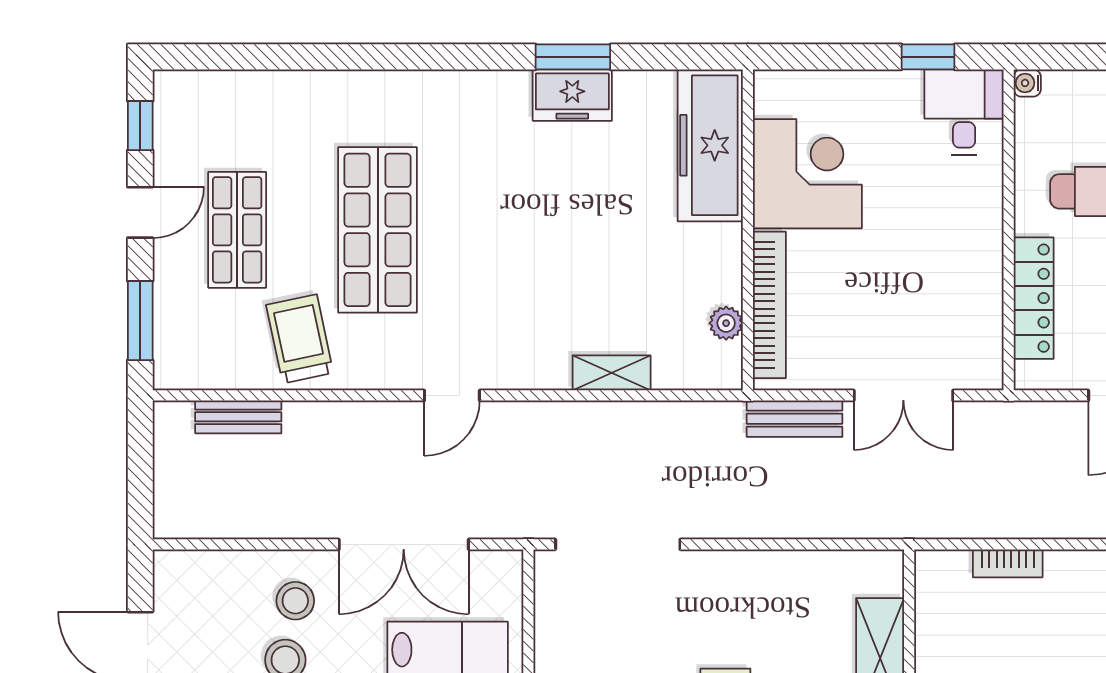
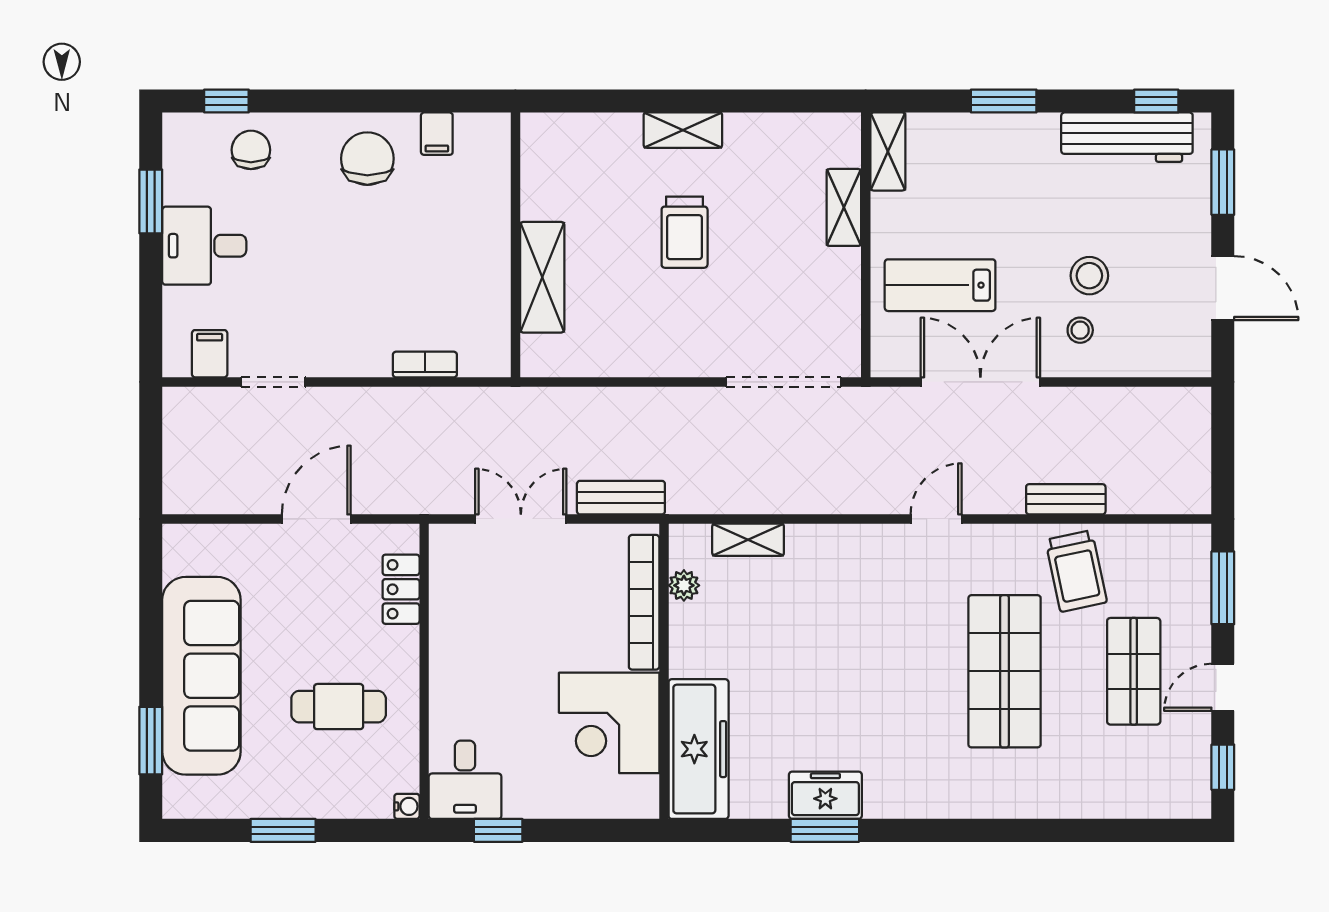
locker: (1034, 298) -> (401, 589), width x0.66
shelving: (612, 373) -> (748, 540), moved
bench: (238, 417) -> (1066, 499), moved
stool: (295, 601) -> (1080, 330), width x0.73, depth x0.73

